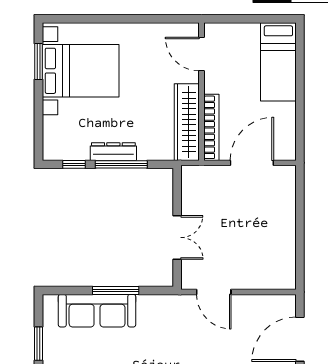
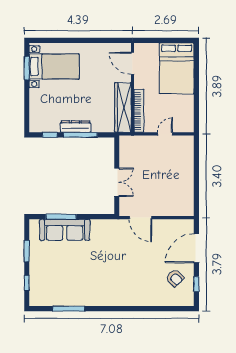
bed: (278, 62) -> (177, 68), width x1.50
bed with nightstands: (81, 71) -> (54, 67), width x0.73
door: (252, 163) -> (165, 134), width x0.53
window: (116, 290) -> (61, 217), moved

